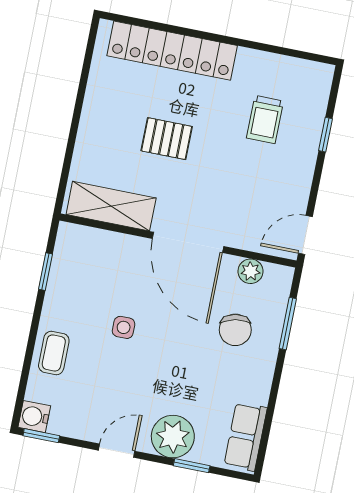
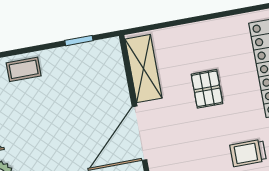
side table: (124, 327) -> (61, 111), removed

